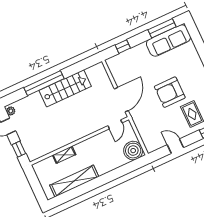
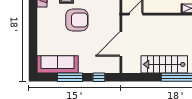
window: (162, 28) -> (70, 77), moved
door: (121, 100) -> (121, 44), moved

